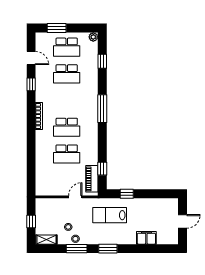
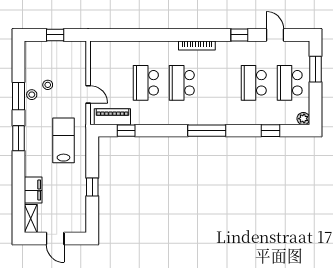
door: (31, 58) -> (275, 35), swing flipped
window: (127, 194) -> (92, 187), moved
shelving: (46, 240) -> (31, 219), moved

